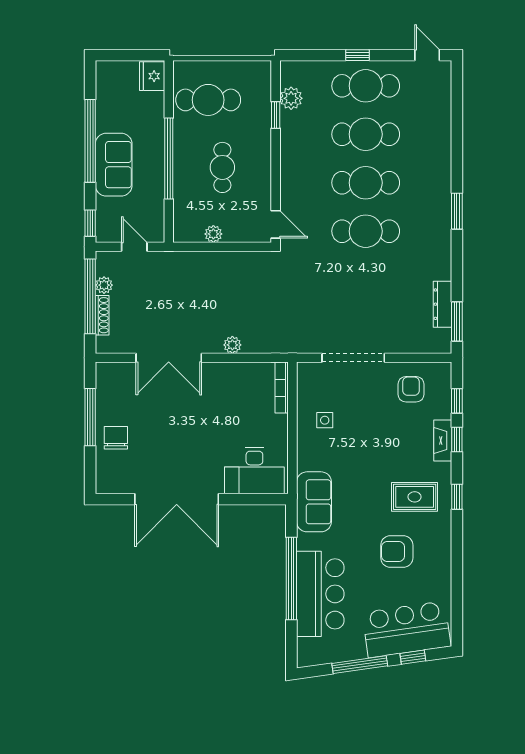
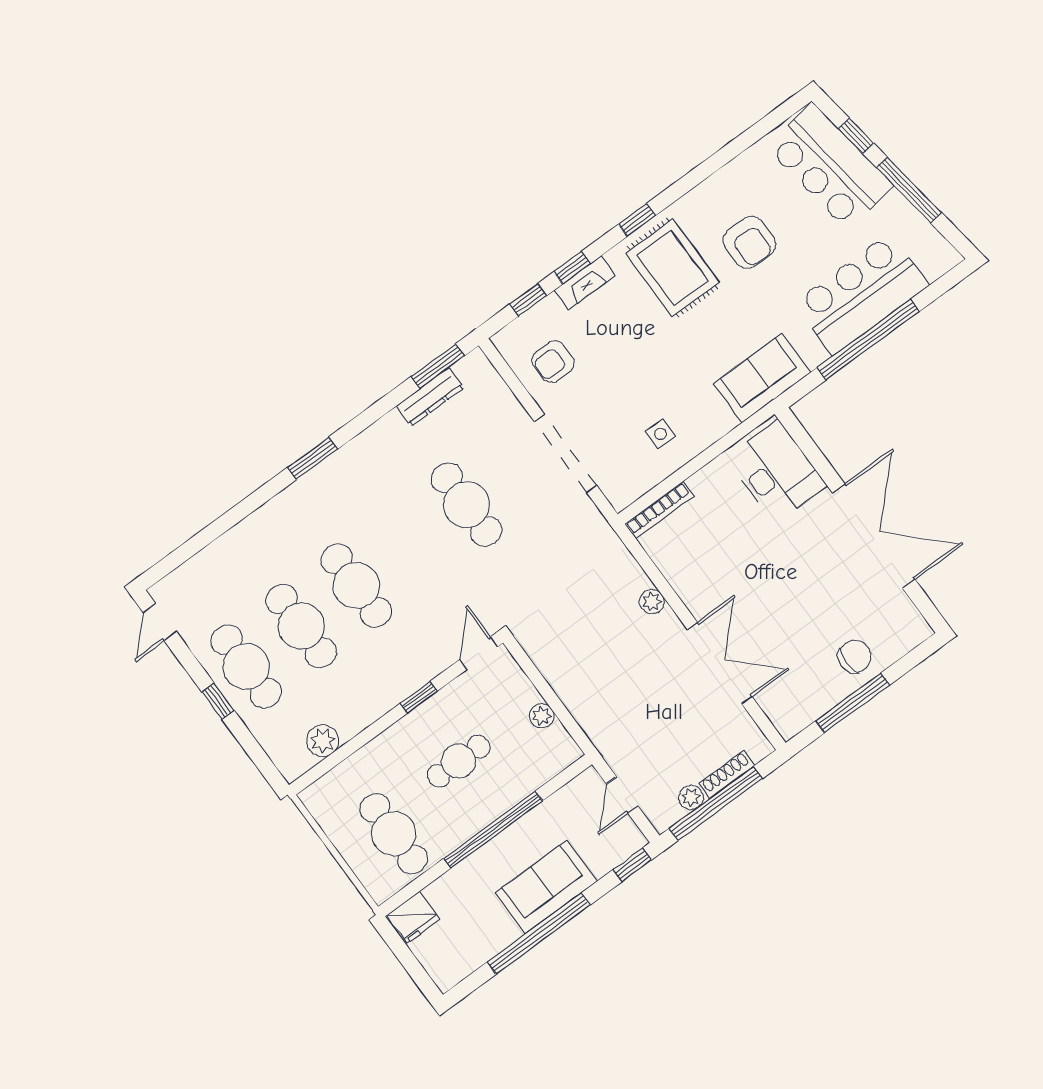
window: (276, 115) -> (419, 697), moved
cafe table: (366, 231) -> (466, 505), moved
chair: (116, 438) -> (855, 657), turned 180
rug: (415, 497) -> (672, 268), width x1.36, depth x1.43

